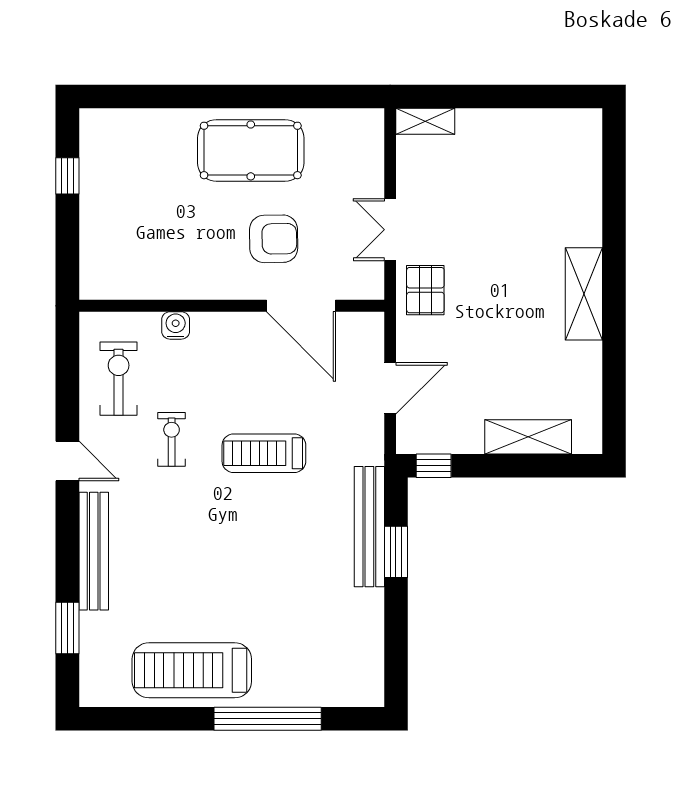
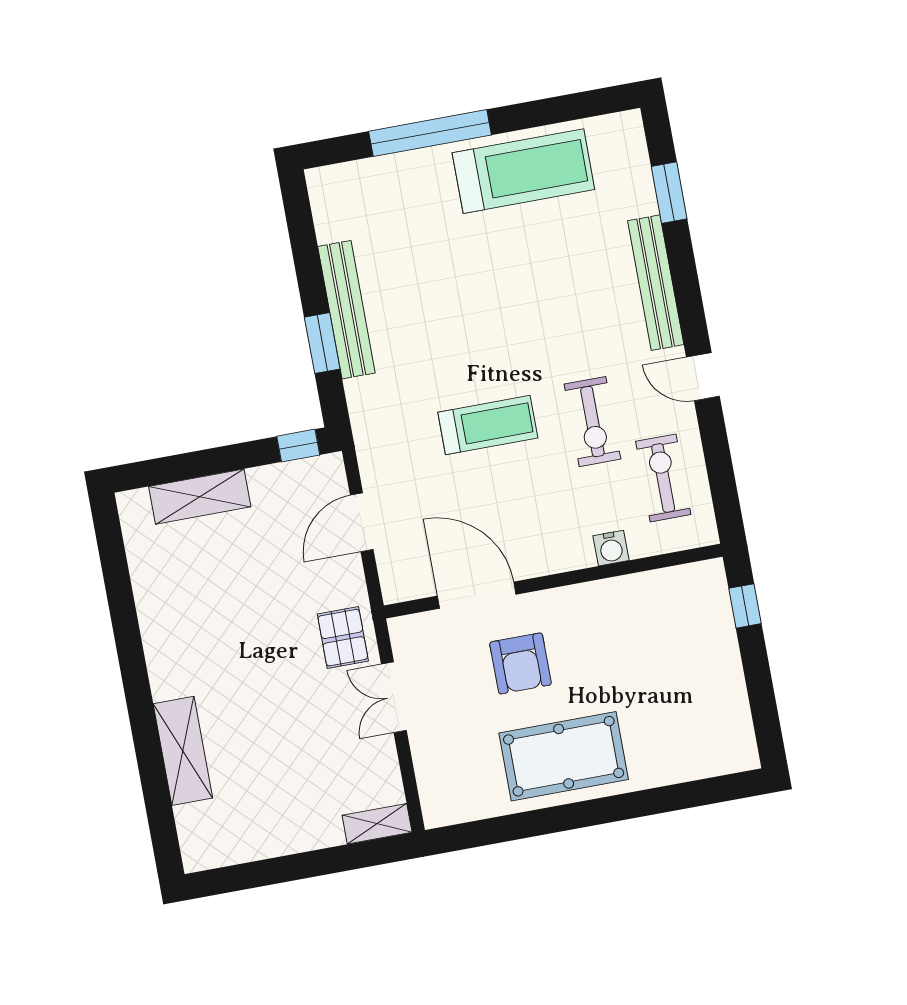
window: (67, 176) -> (745, 606), moved
double door: (390, 230) -> (394, 697), swing flipped
armchair: (274, 239) -> (520, 663), turned -89
shelving: (584, 294) -> (183, 751), moved
exercise bike: (119, 379) -> (663, 478), turned 180
exercise bike: (172, 439) -> (592, 422), width x1.38, depth x1.39
bench: (369, 527) -> (346, 310), moved

